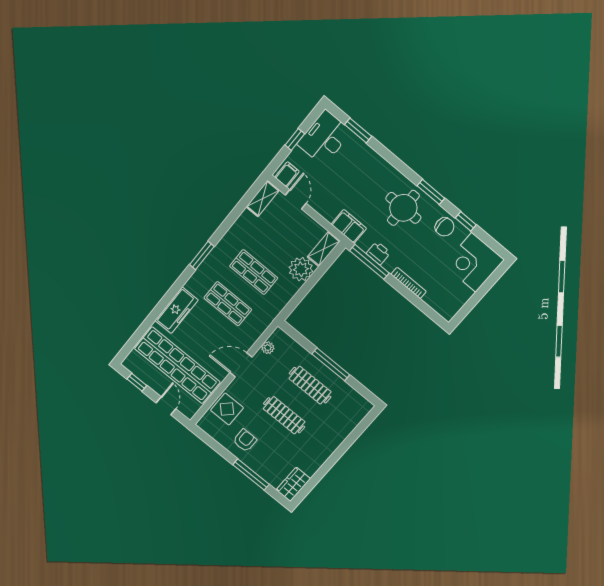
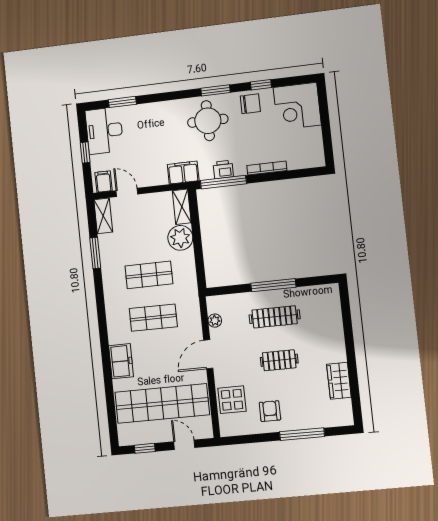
window: (202, 256) -> (95, 253), moved
freezer: (177, 310) -> (121, 361), width x0.71
clothes rail: (284, 415) -> (279, 360), width x0.73
wardrobe: (293, 484) -> (339, 381), moved

